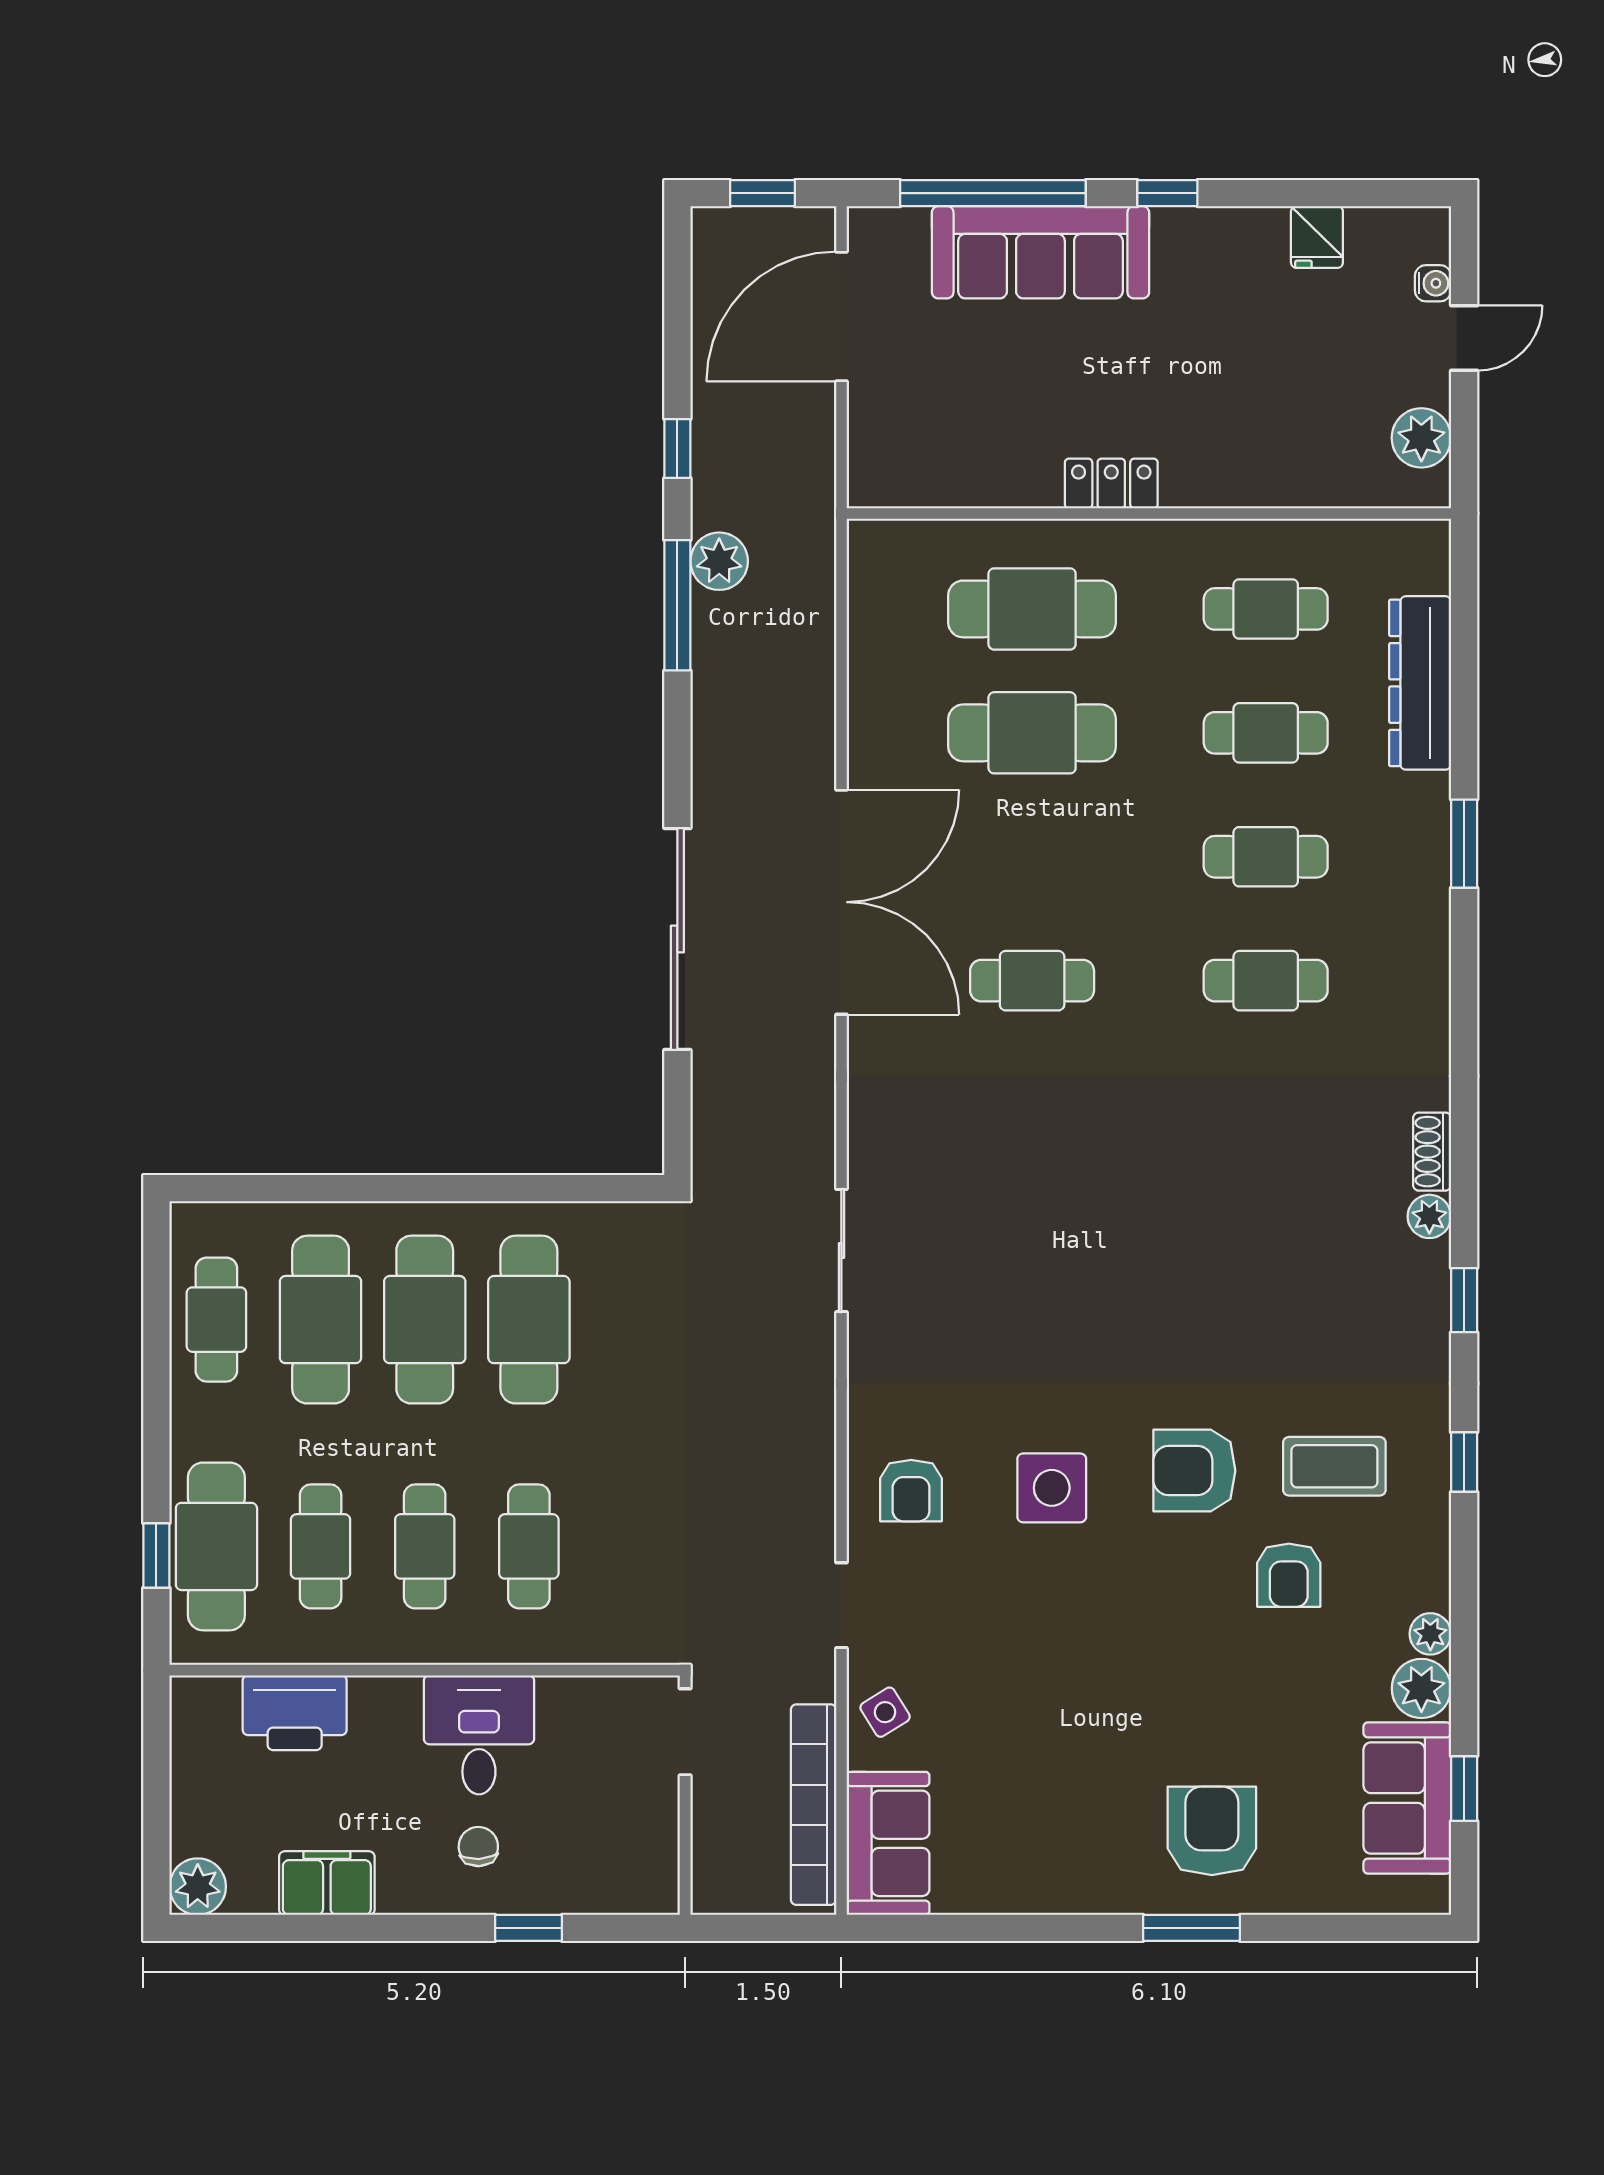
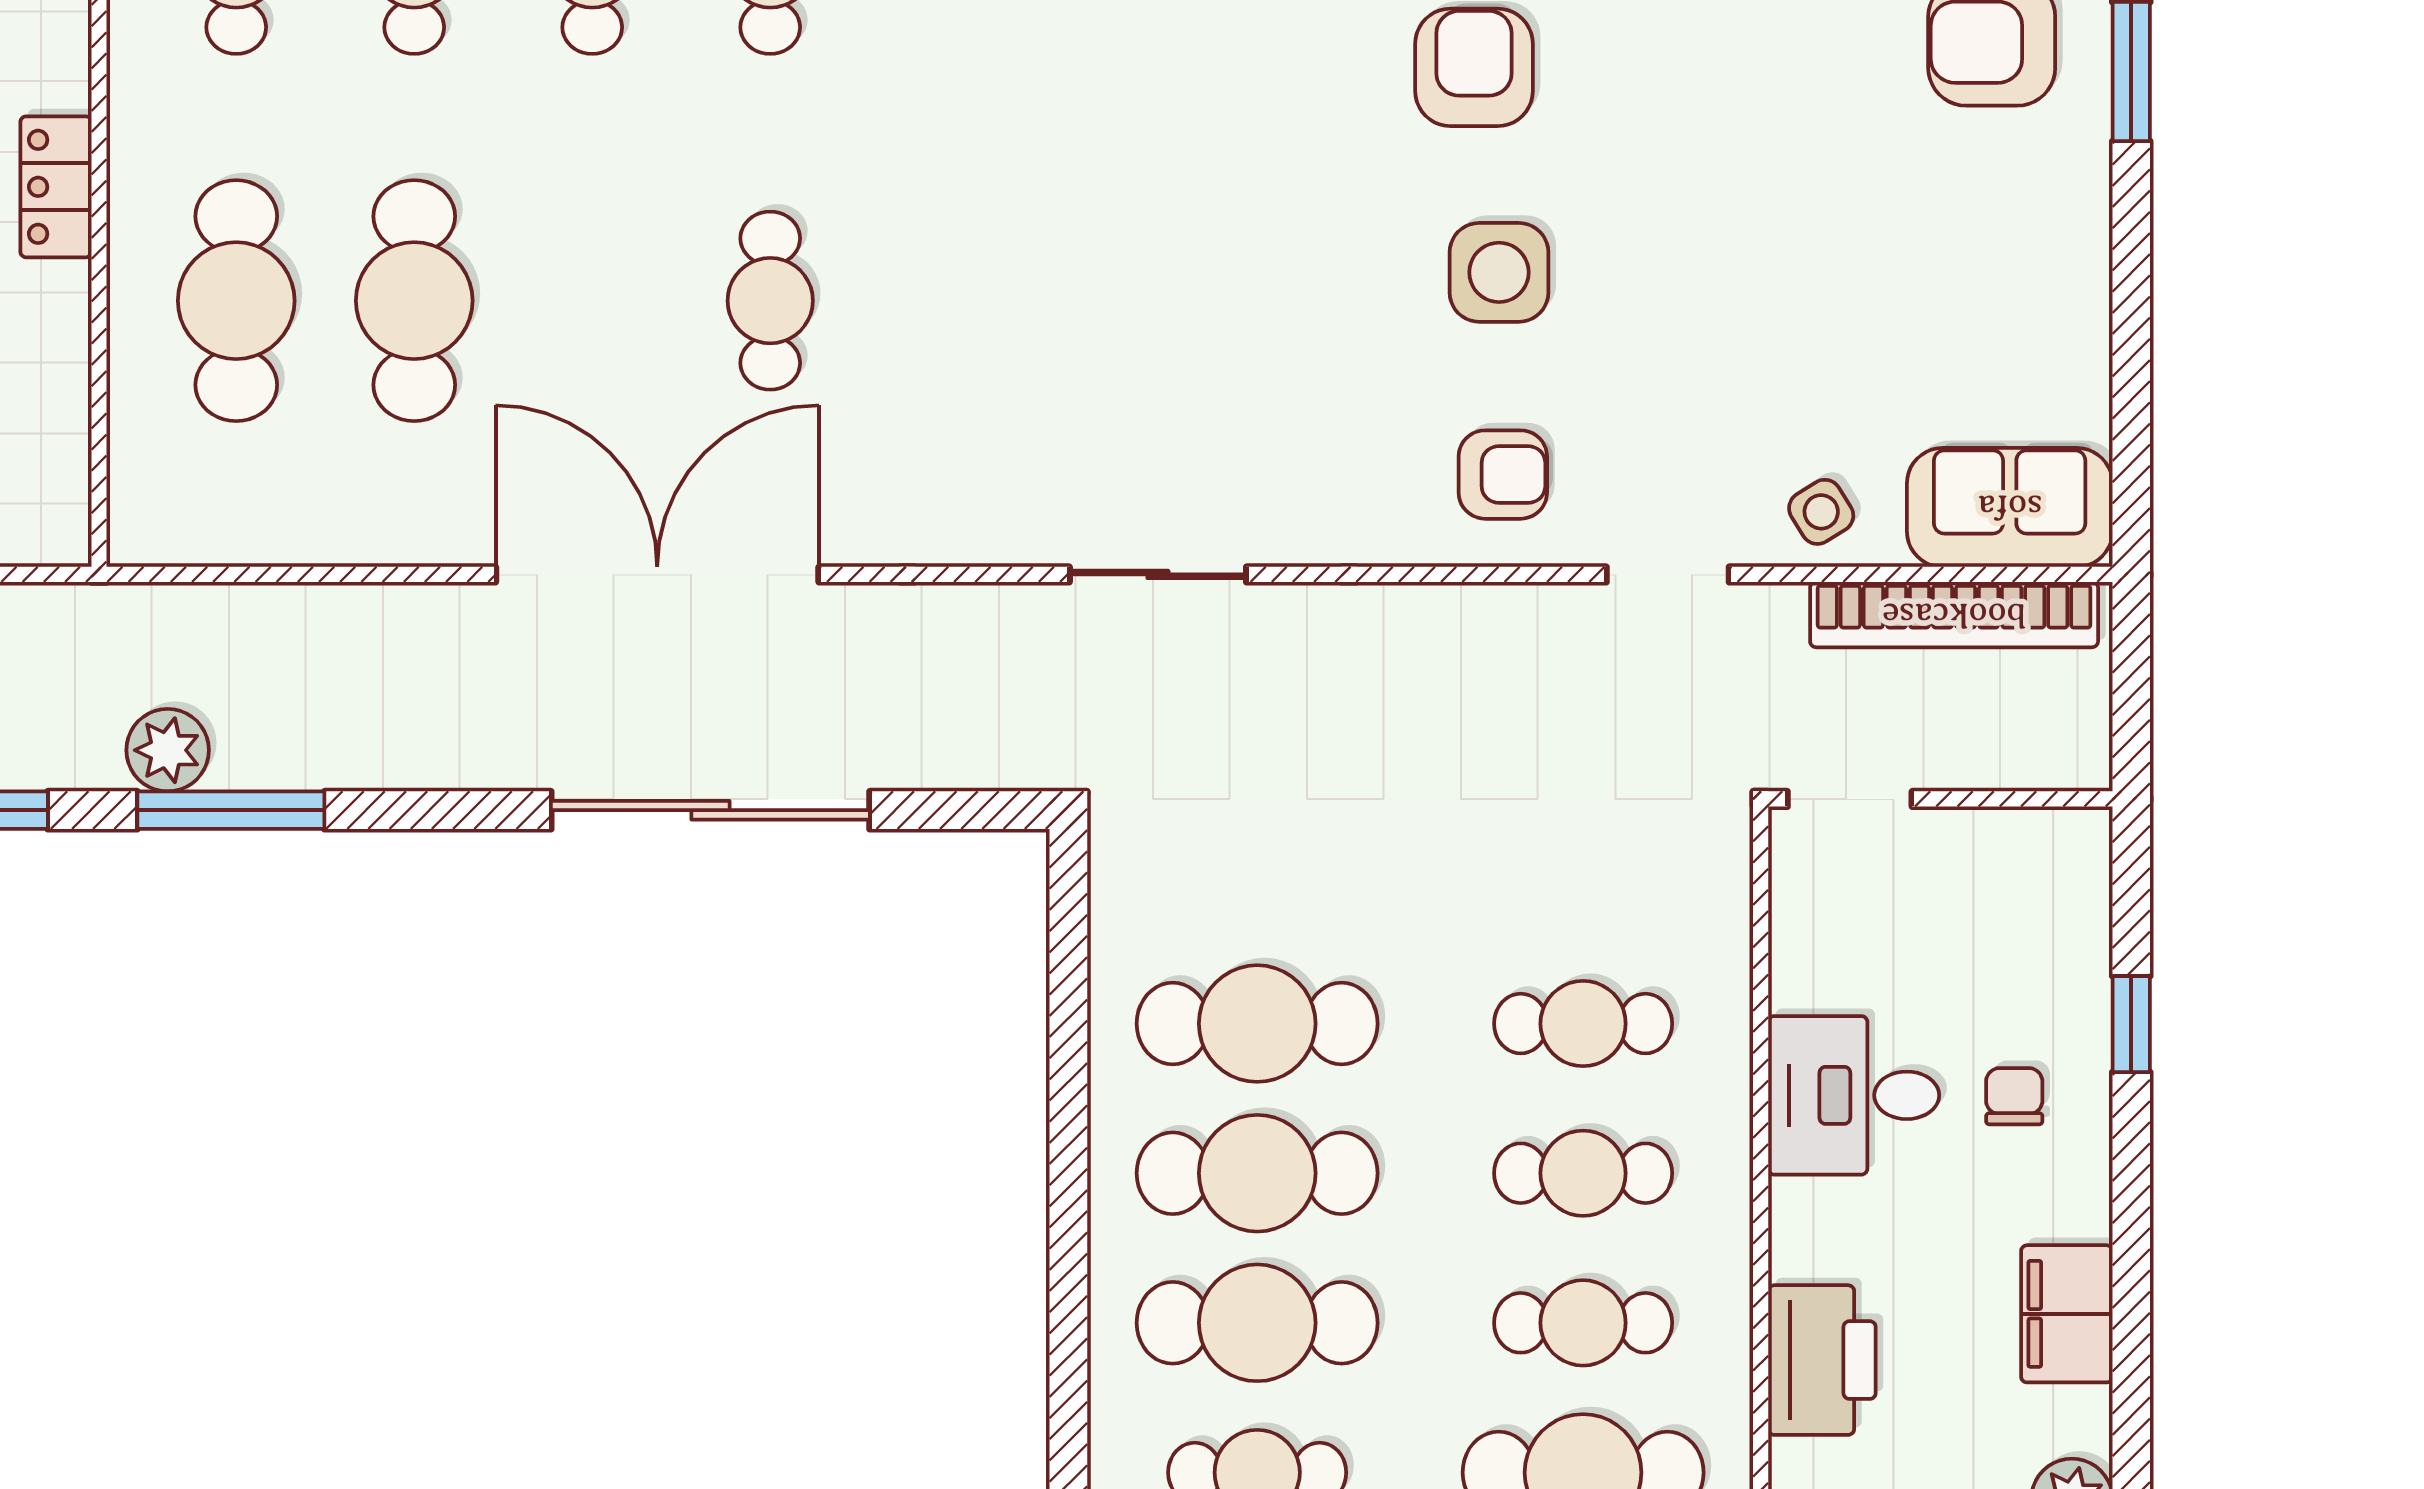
armchair: (1194, 1471) -> (1474, 67), turned 180
chair: (478, 1847) -> (2014, 1096), turned 93

